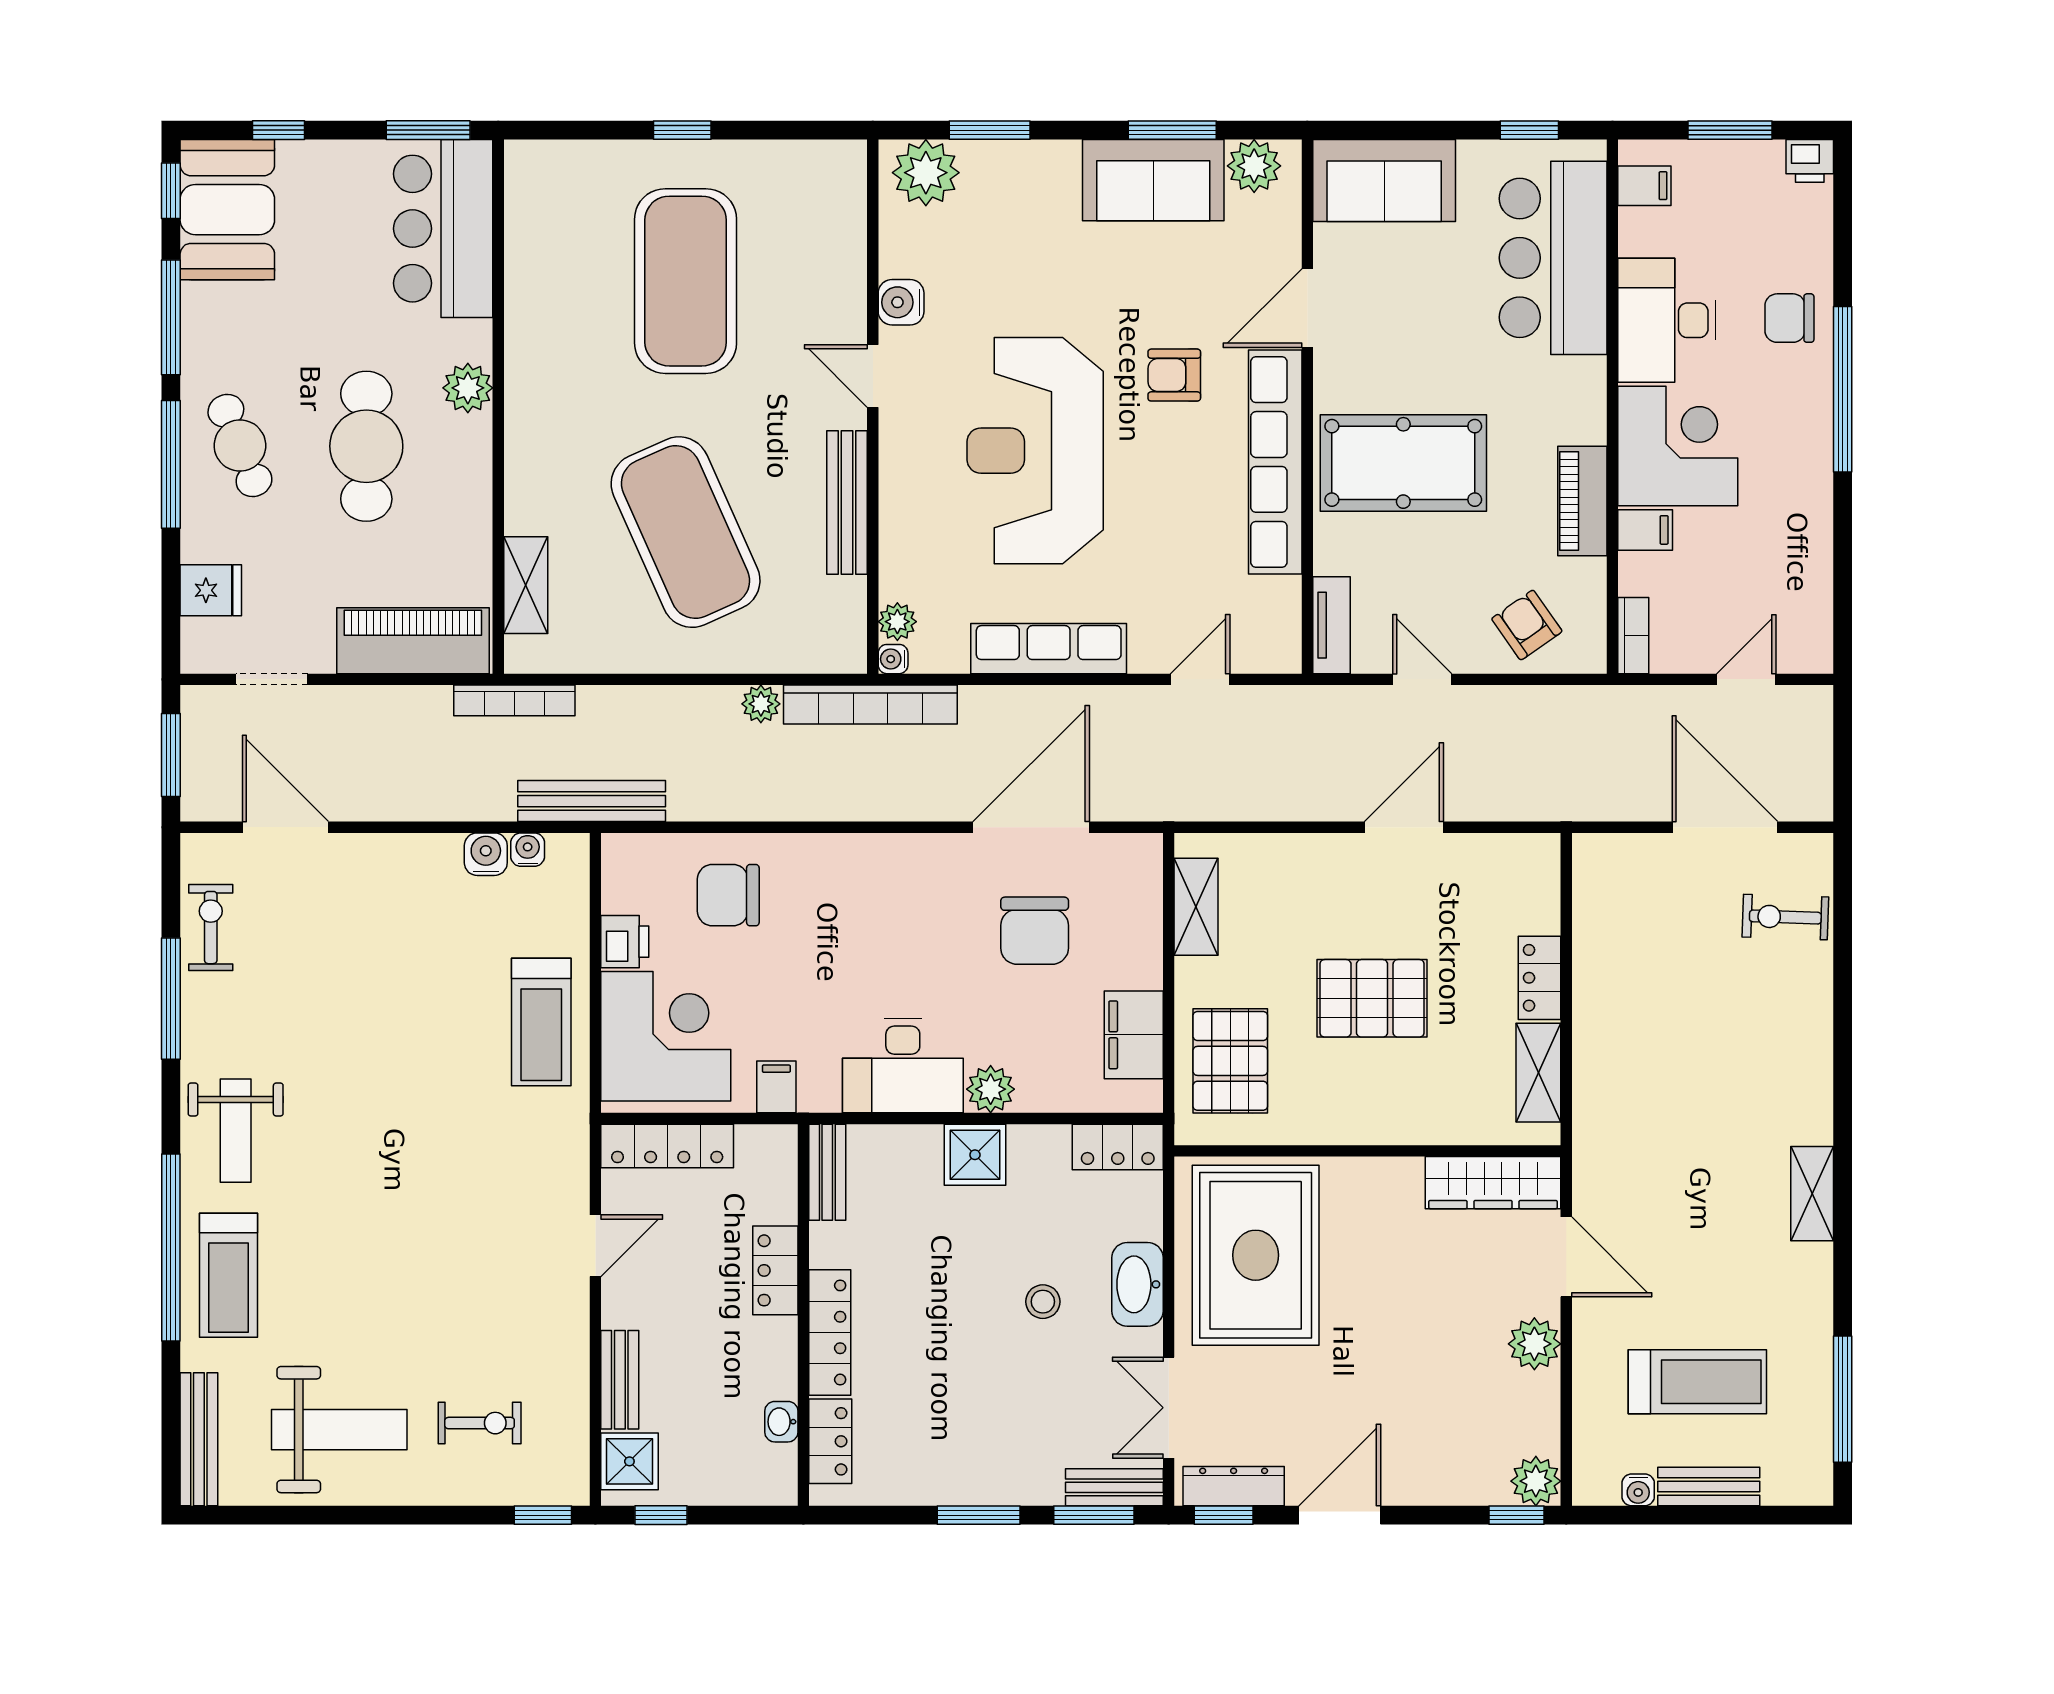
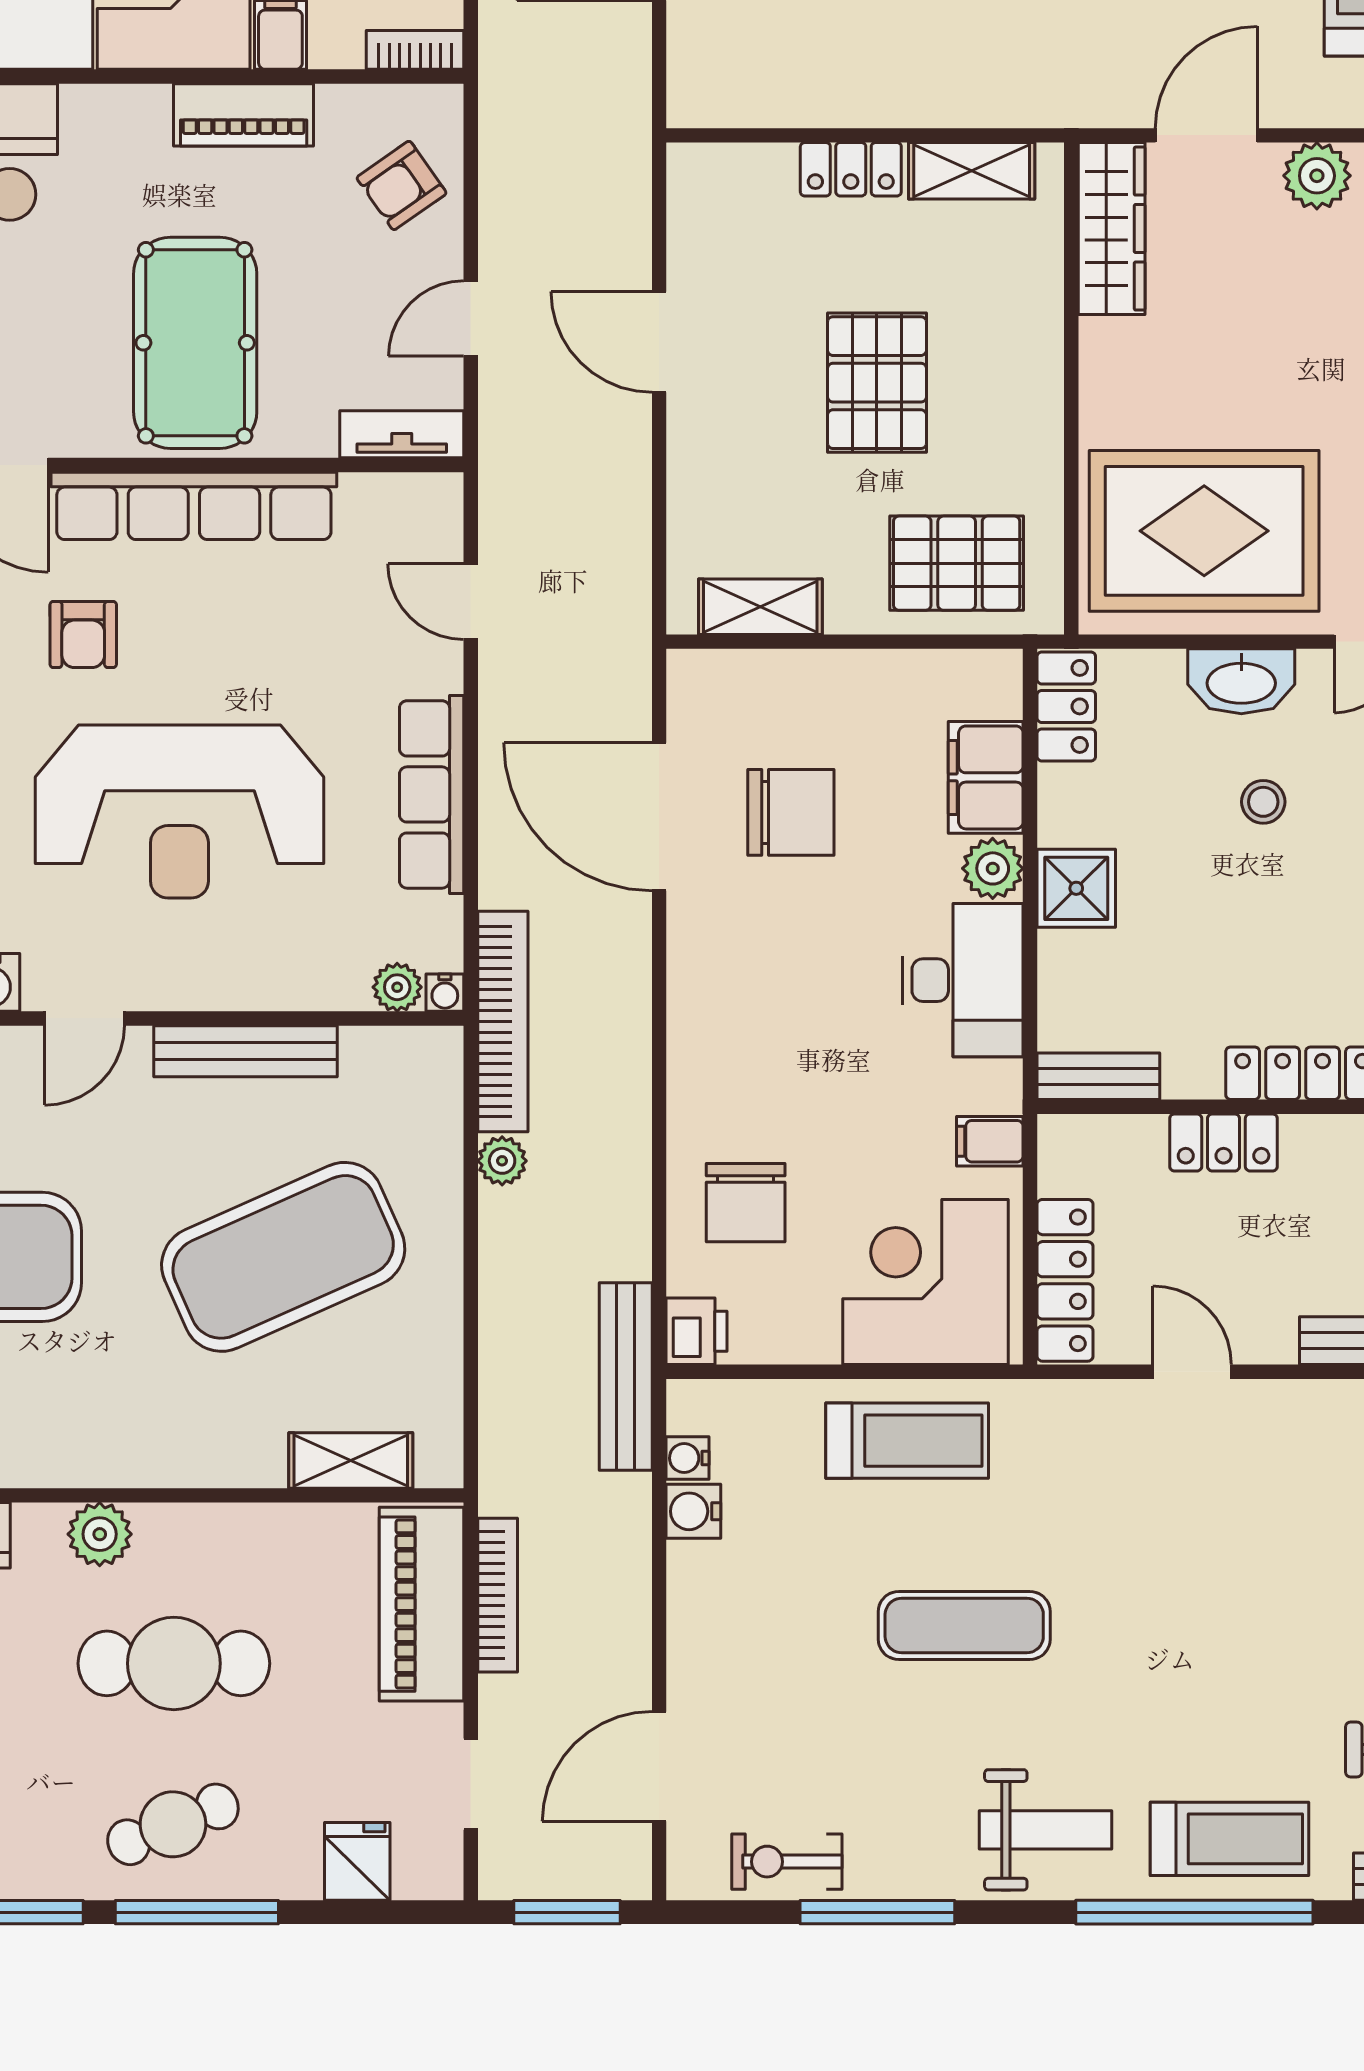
bookcase: (514, 700) -> (498, 1595), moved
printer: (625, 942) -> (697, 1331), moved, turned 90
filing cabinet: (1134, 1035) -> (986, 777), moved, turned 90
exercise mat: (396, 1067) -> (964, 1625), added

